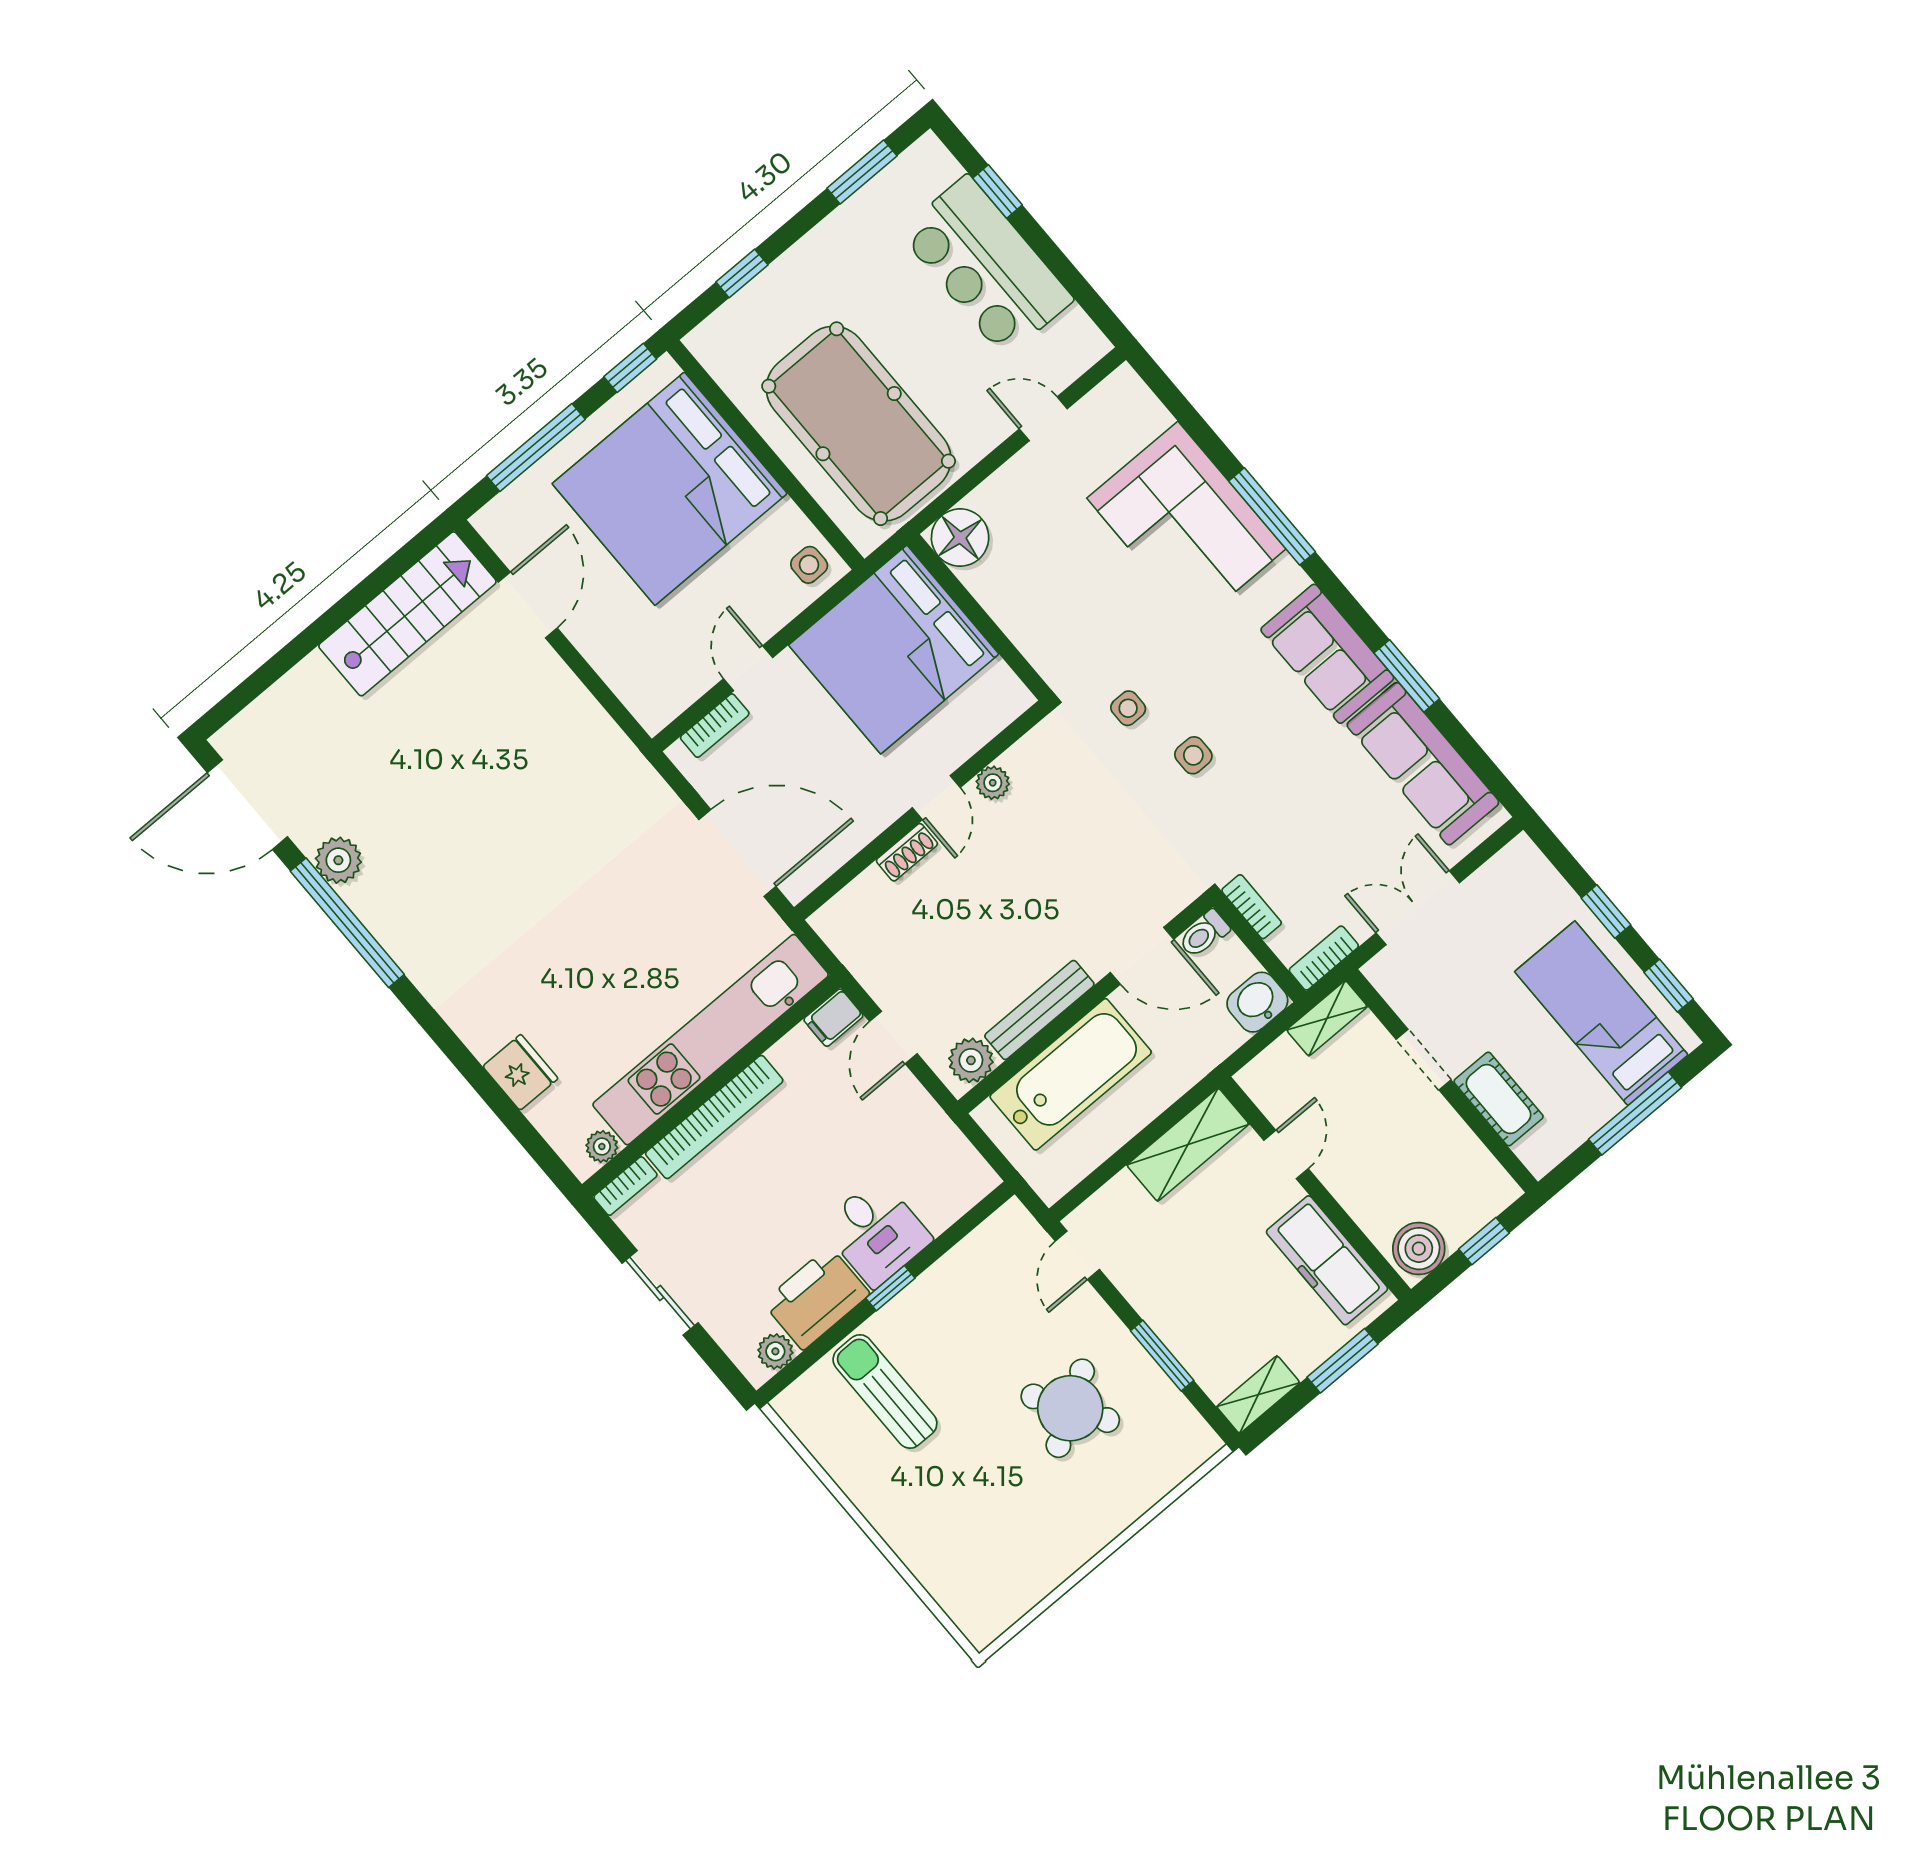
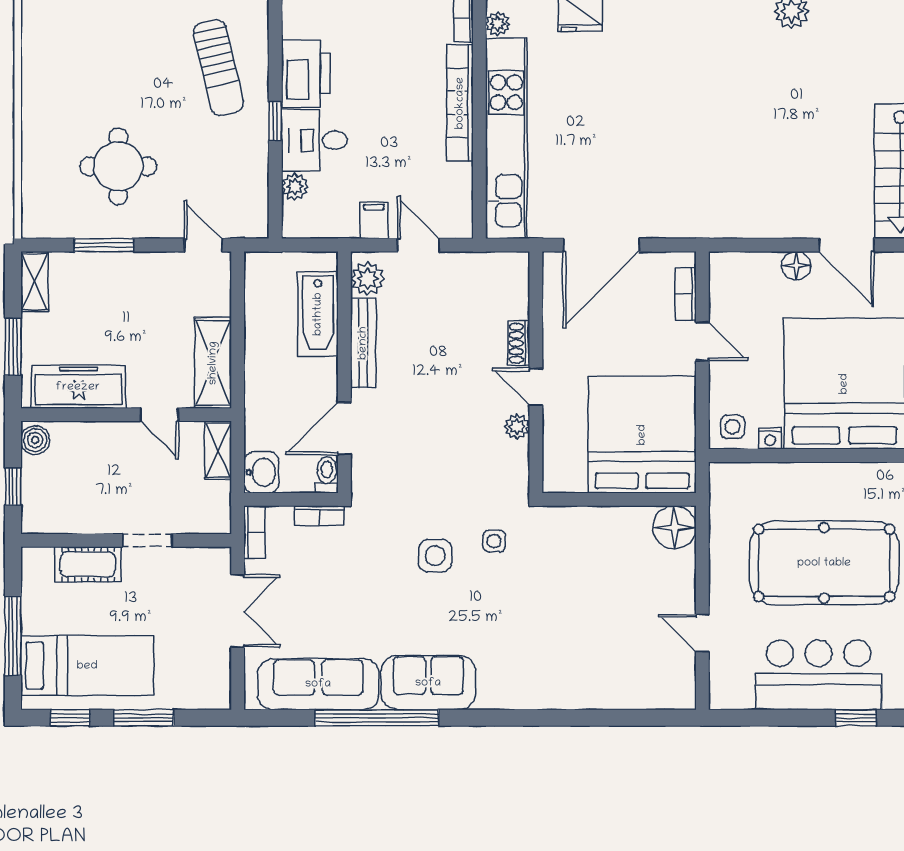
door: (1043, 419) -> (702, 633), swing flipped
pool table: (859, 424) -> (824, 563), moved
window: (1272, 516) -> (535, 718), removed
nightstand: (788, 517) -> (770, 438), added
corner sofa: (1186, 524) -> (572, 665), removed
floor lamp: (592, 638) -> (796, 266), added
window: (1407, 676) -> (377, 718), width x2.11
side table: (1193, 755) -> (435, 556), width x1.37, depth x1.37
window: (1606, 911) -> (144, 718), width x1.50
filing cabinet: (833, 1018) -> (374, 220), moved
shelving: (1327, 1018) -> (218, 450), moved
bathtub: (1071, 1074) -> (318, 314), width x0.73, depth x0.73
boiler: (1419, 1249) -> (35, 440), width x0.73, depth x0.73
plant: (775, 1351) -> (295, 187), moved
sun lounger: (885, 1391) -> (218, 68), turned 77
round table: (1070, 1408) -> (118, 166), turned 32

